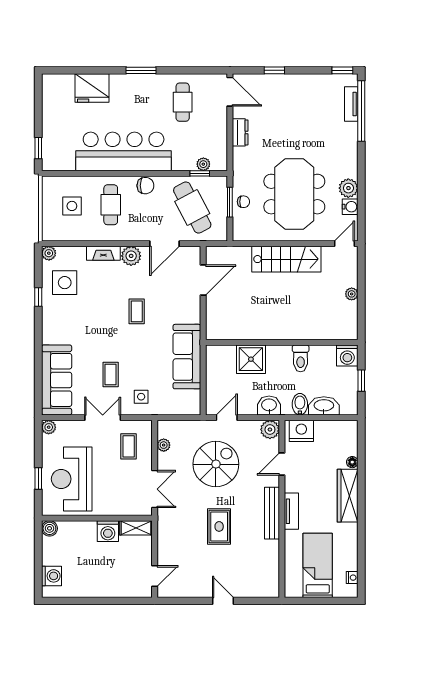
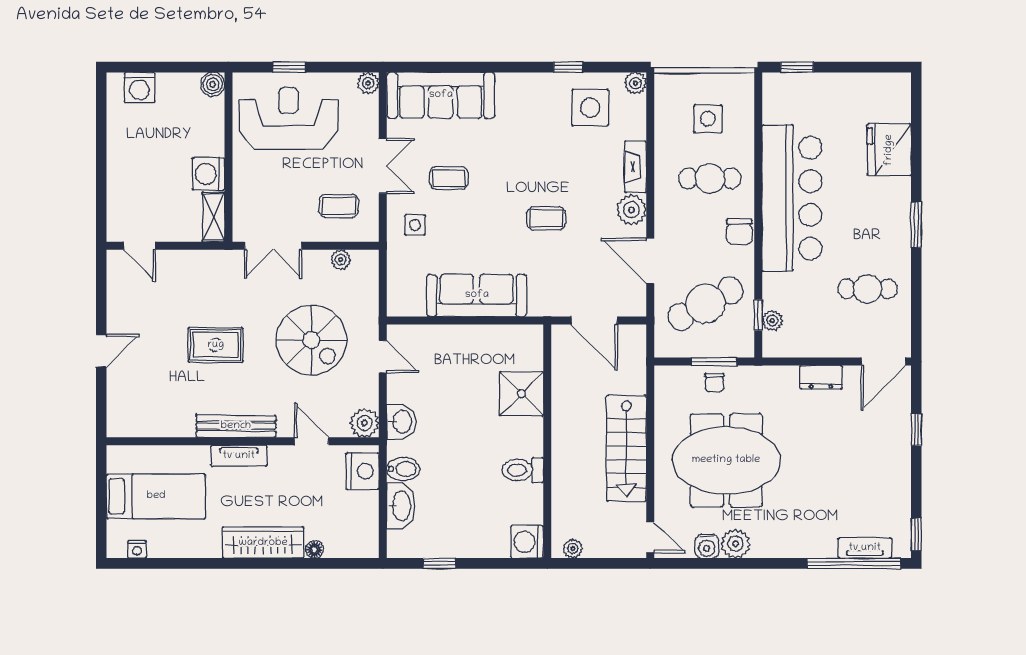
wall: (282, 342) -> (547, 441), moved
washing machine: (347, 355) -> (527, 542), moved
toilet: (301, 358) -> (523, 470), moved
shower: (251, 359) -> (521, 394), moved

